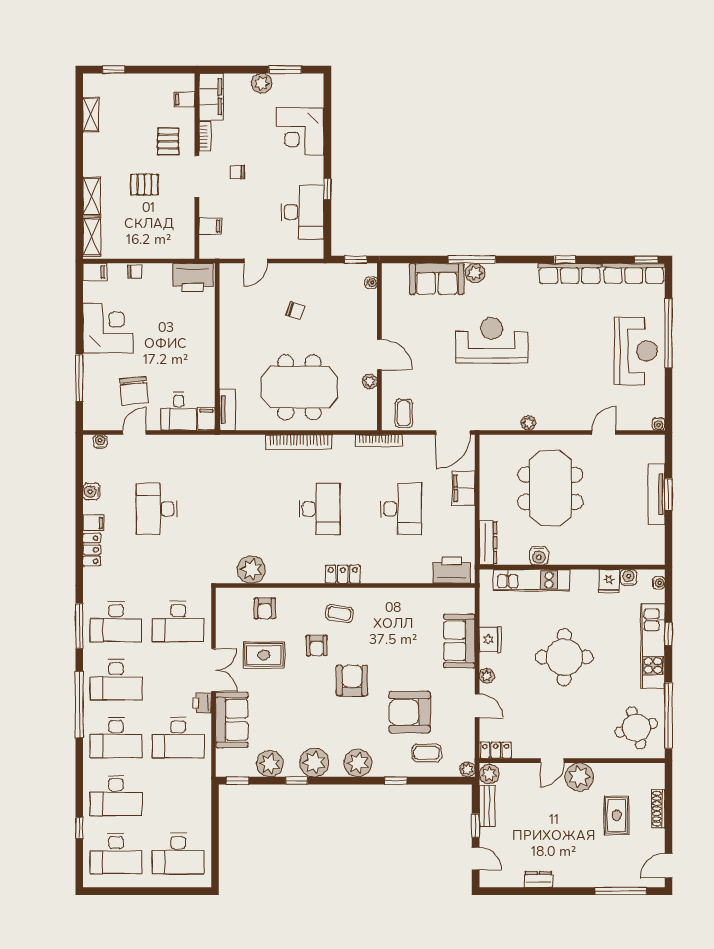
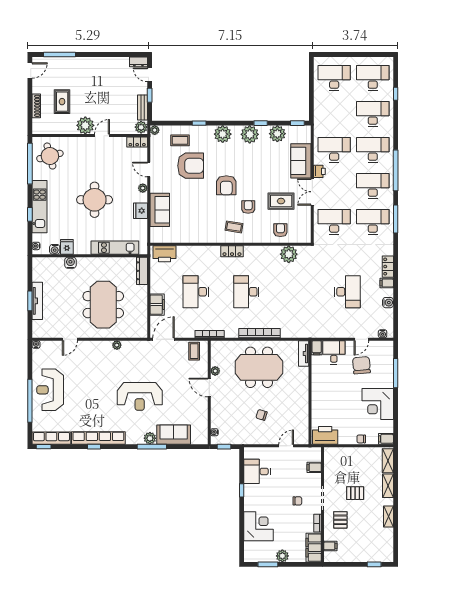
shelving: (91, 115) -> (388, 516), moved
desk: (303, 212) -> (257, 471), width x0.73
row of seats: (570, 273) -> (98, 438), width x1.36
water cooler: (539, 556) -> (70, 263), moved
dresser: (538, 879) -> (138, 62), moved

